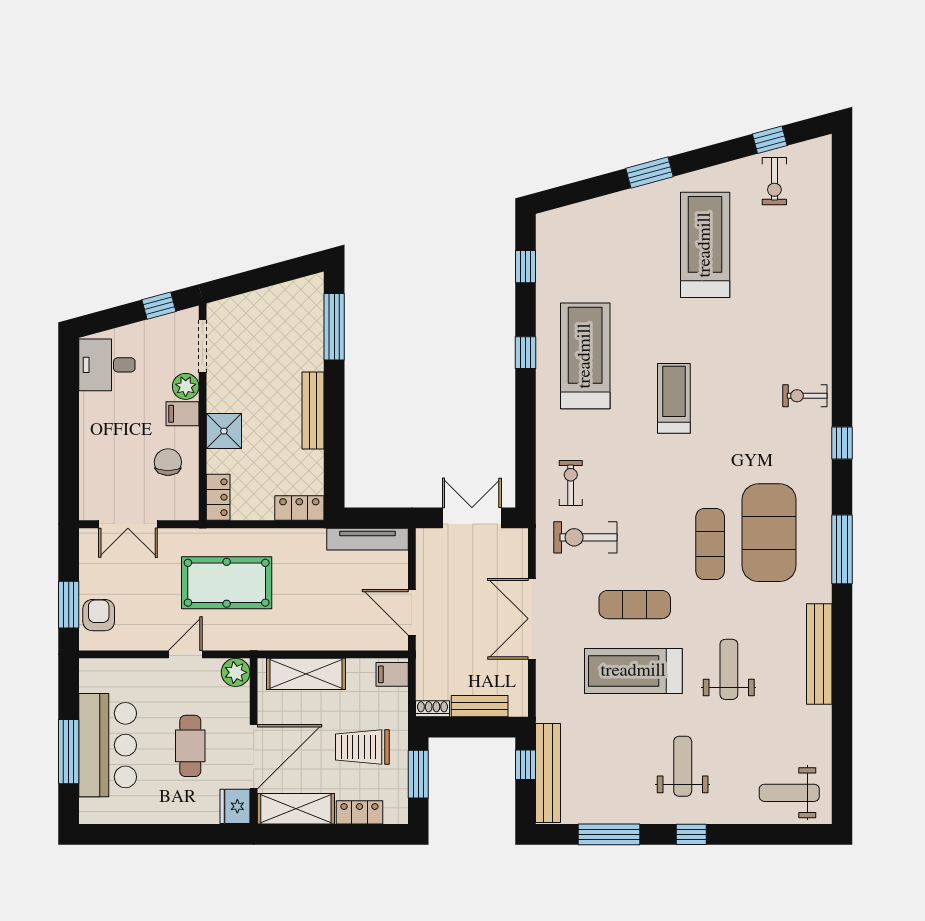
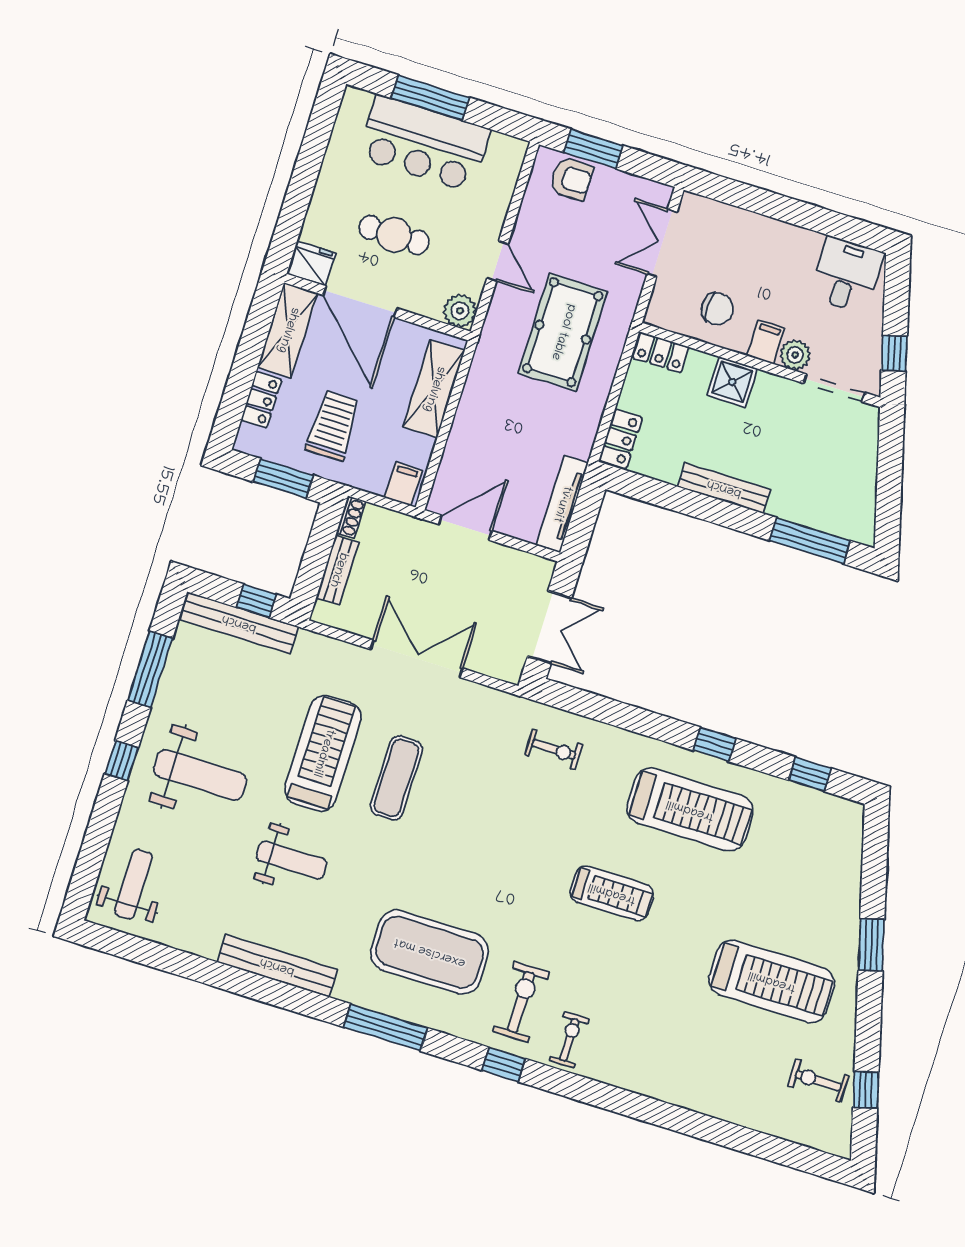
exercise bike: (585, 537) -> (521, 1002), moved
exercise mat: (710, 544) -> (437, 883), removed
weight bench: (683, 766) -> (200, 775), width x1.36, depth x1.33

